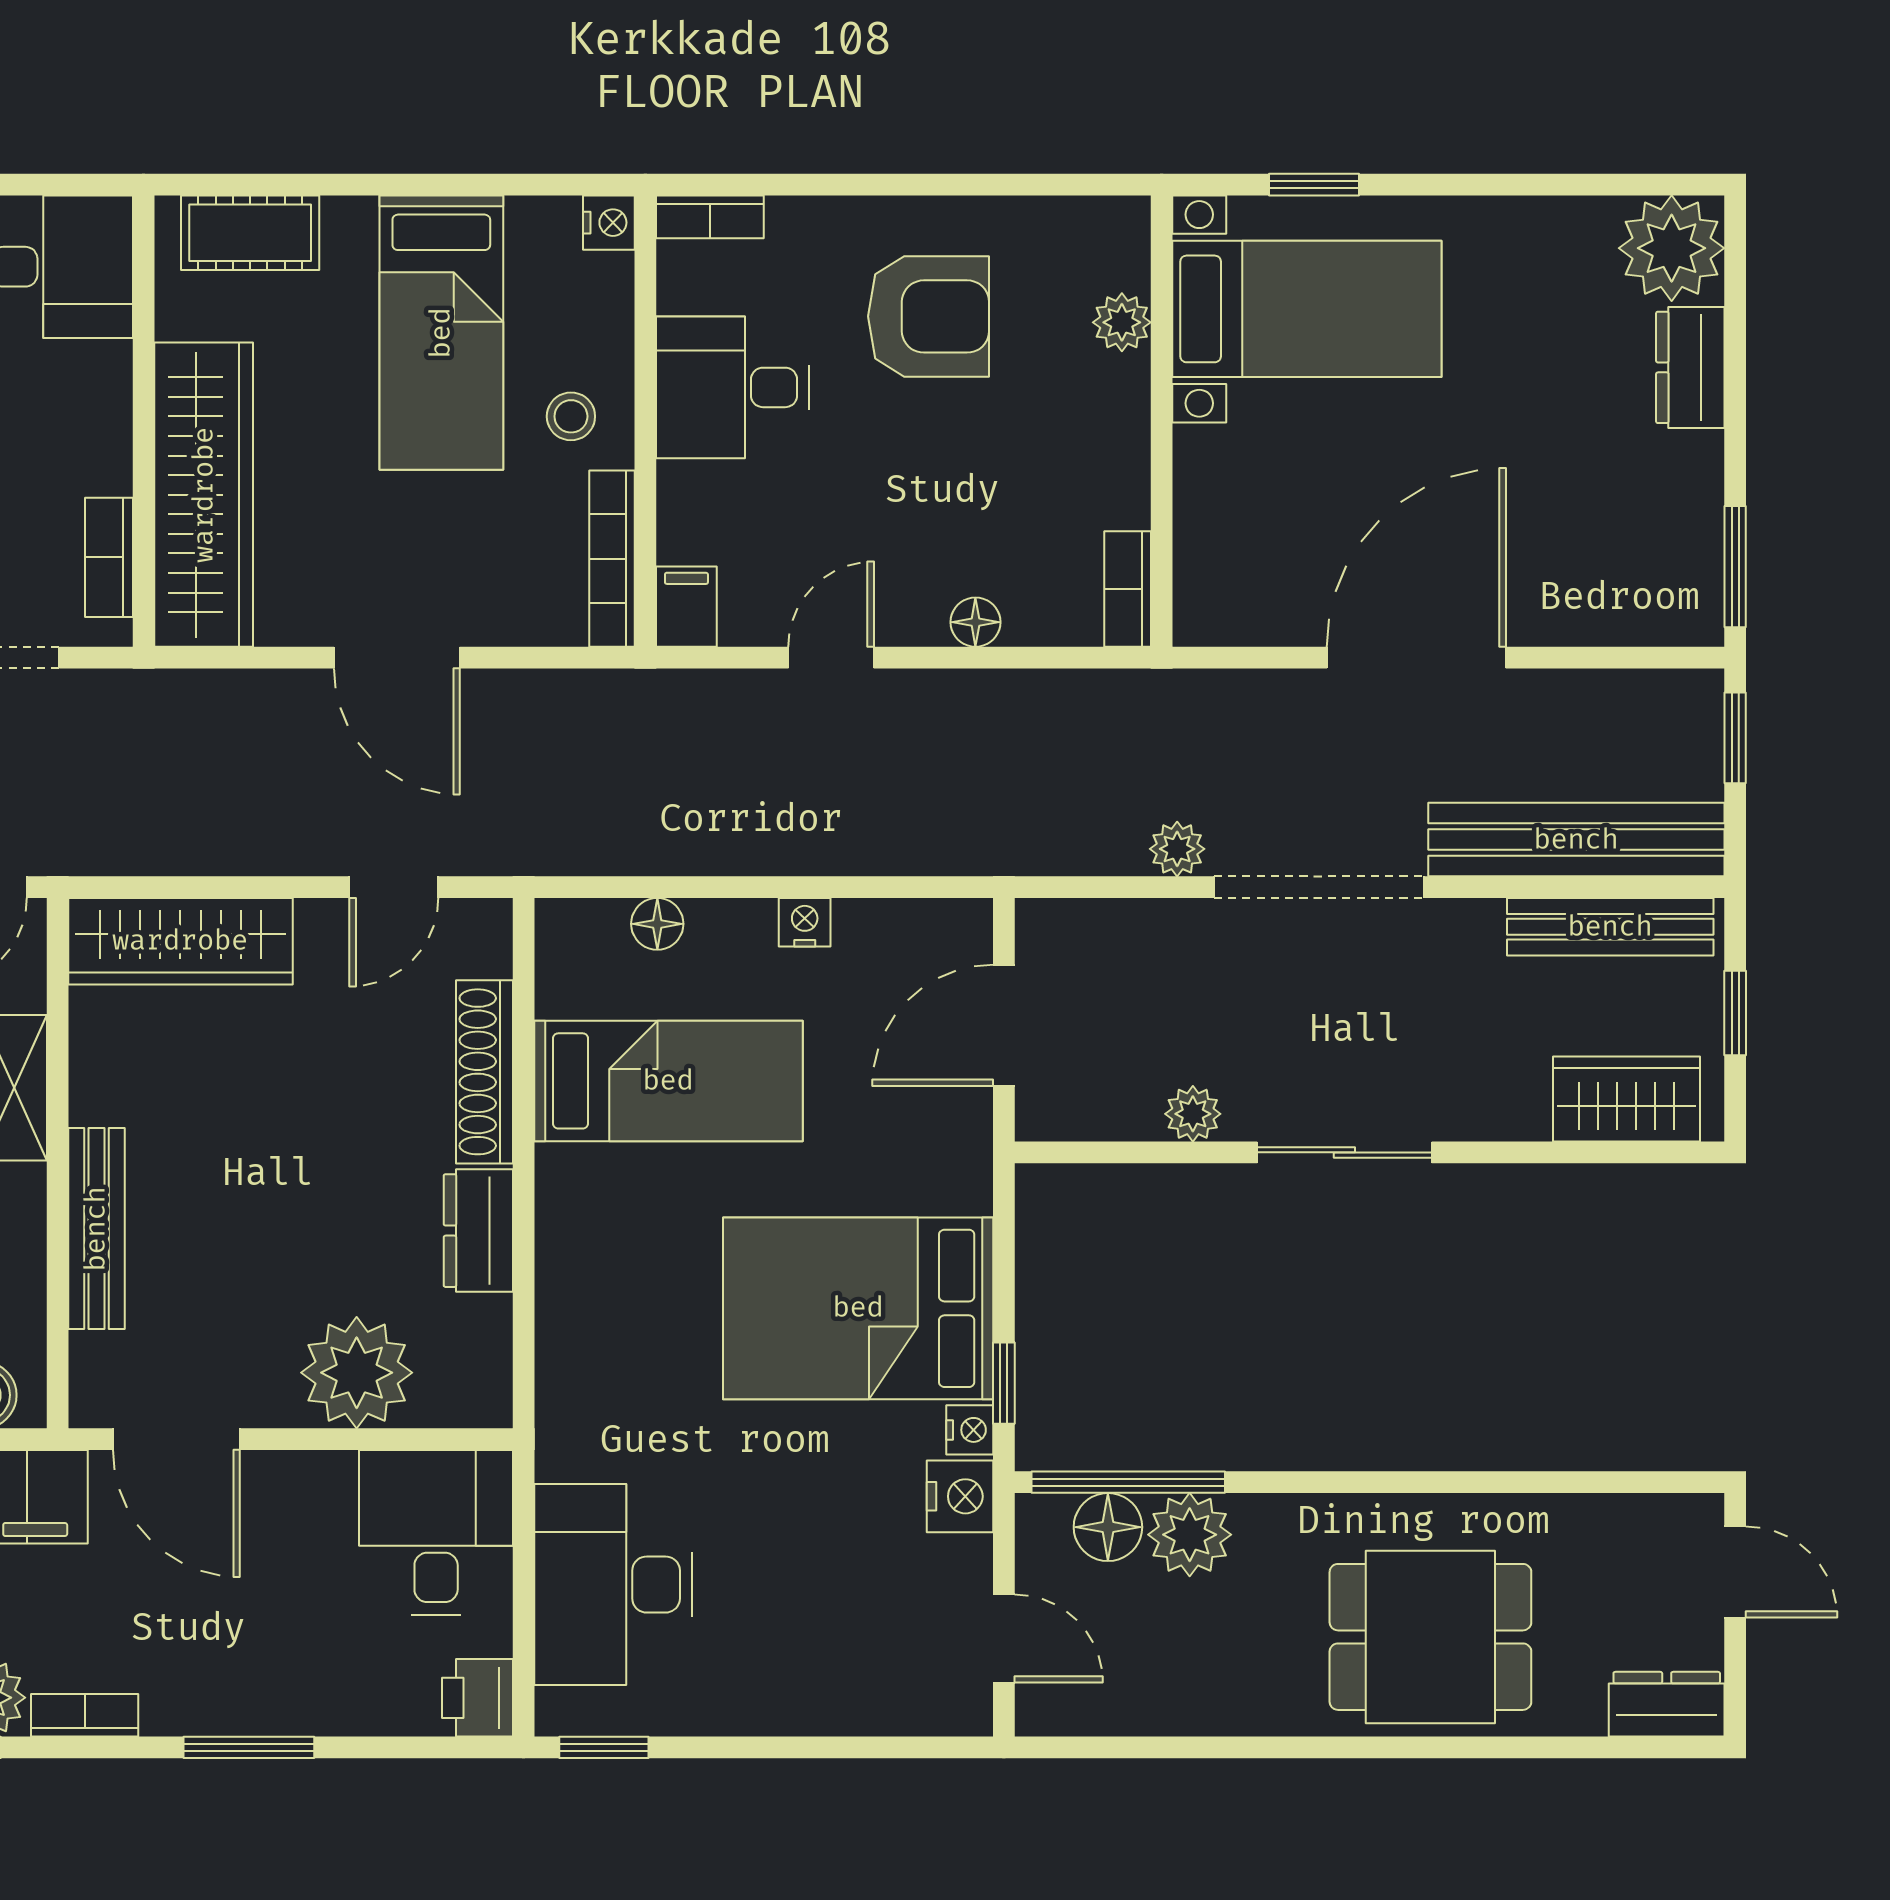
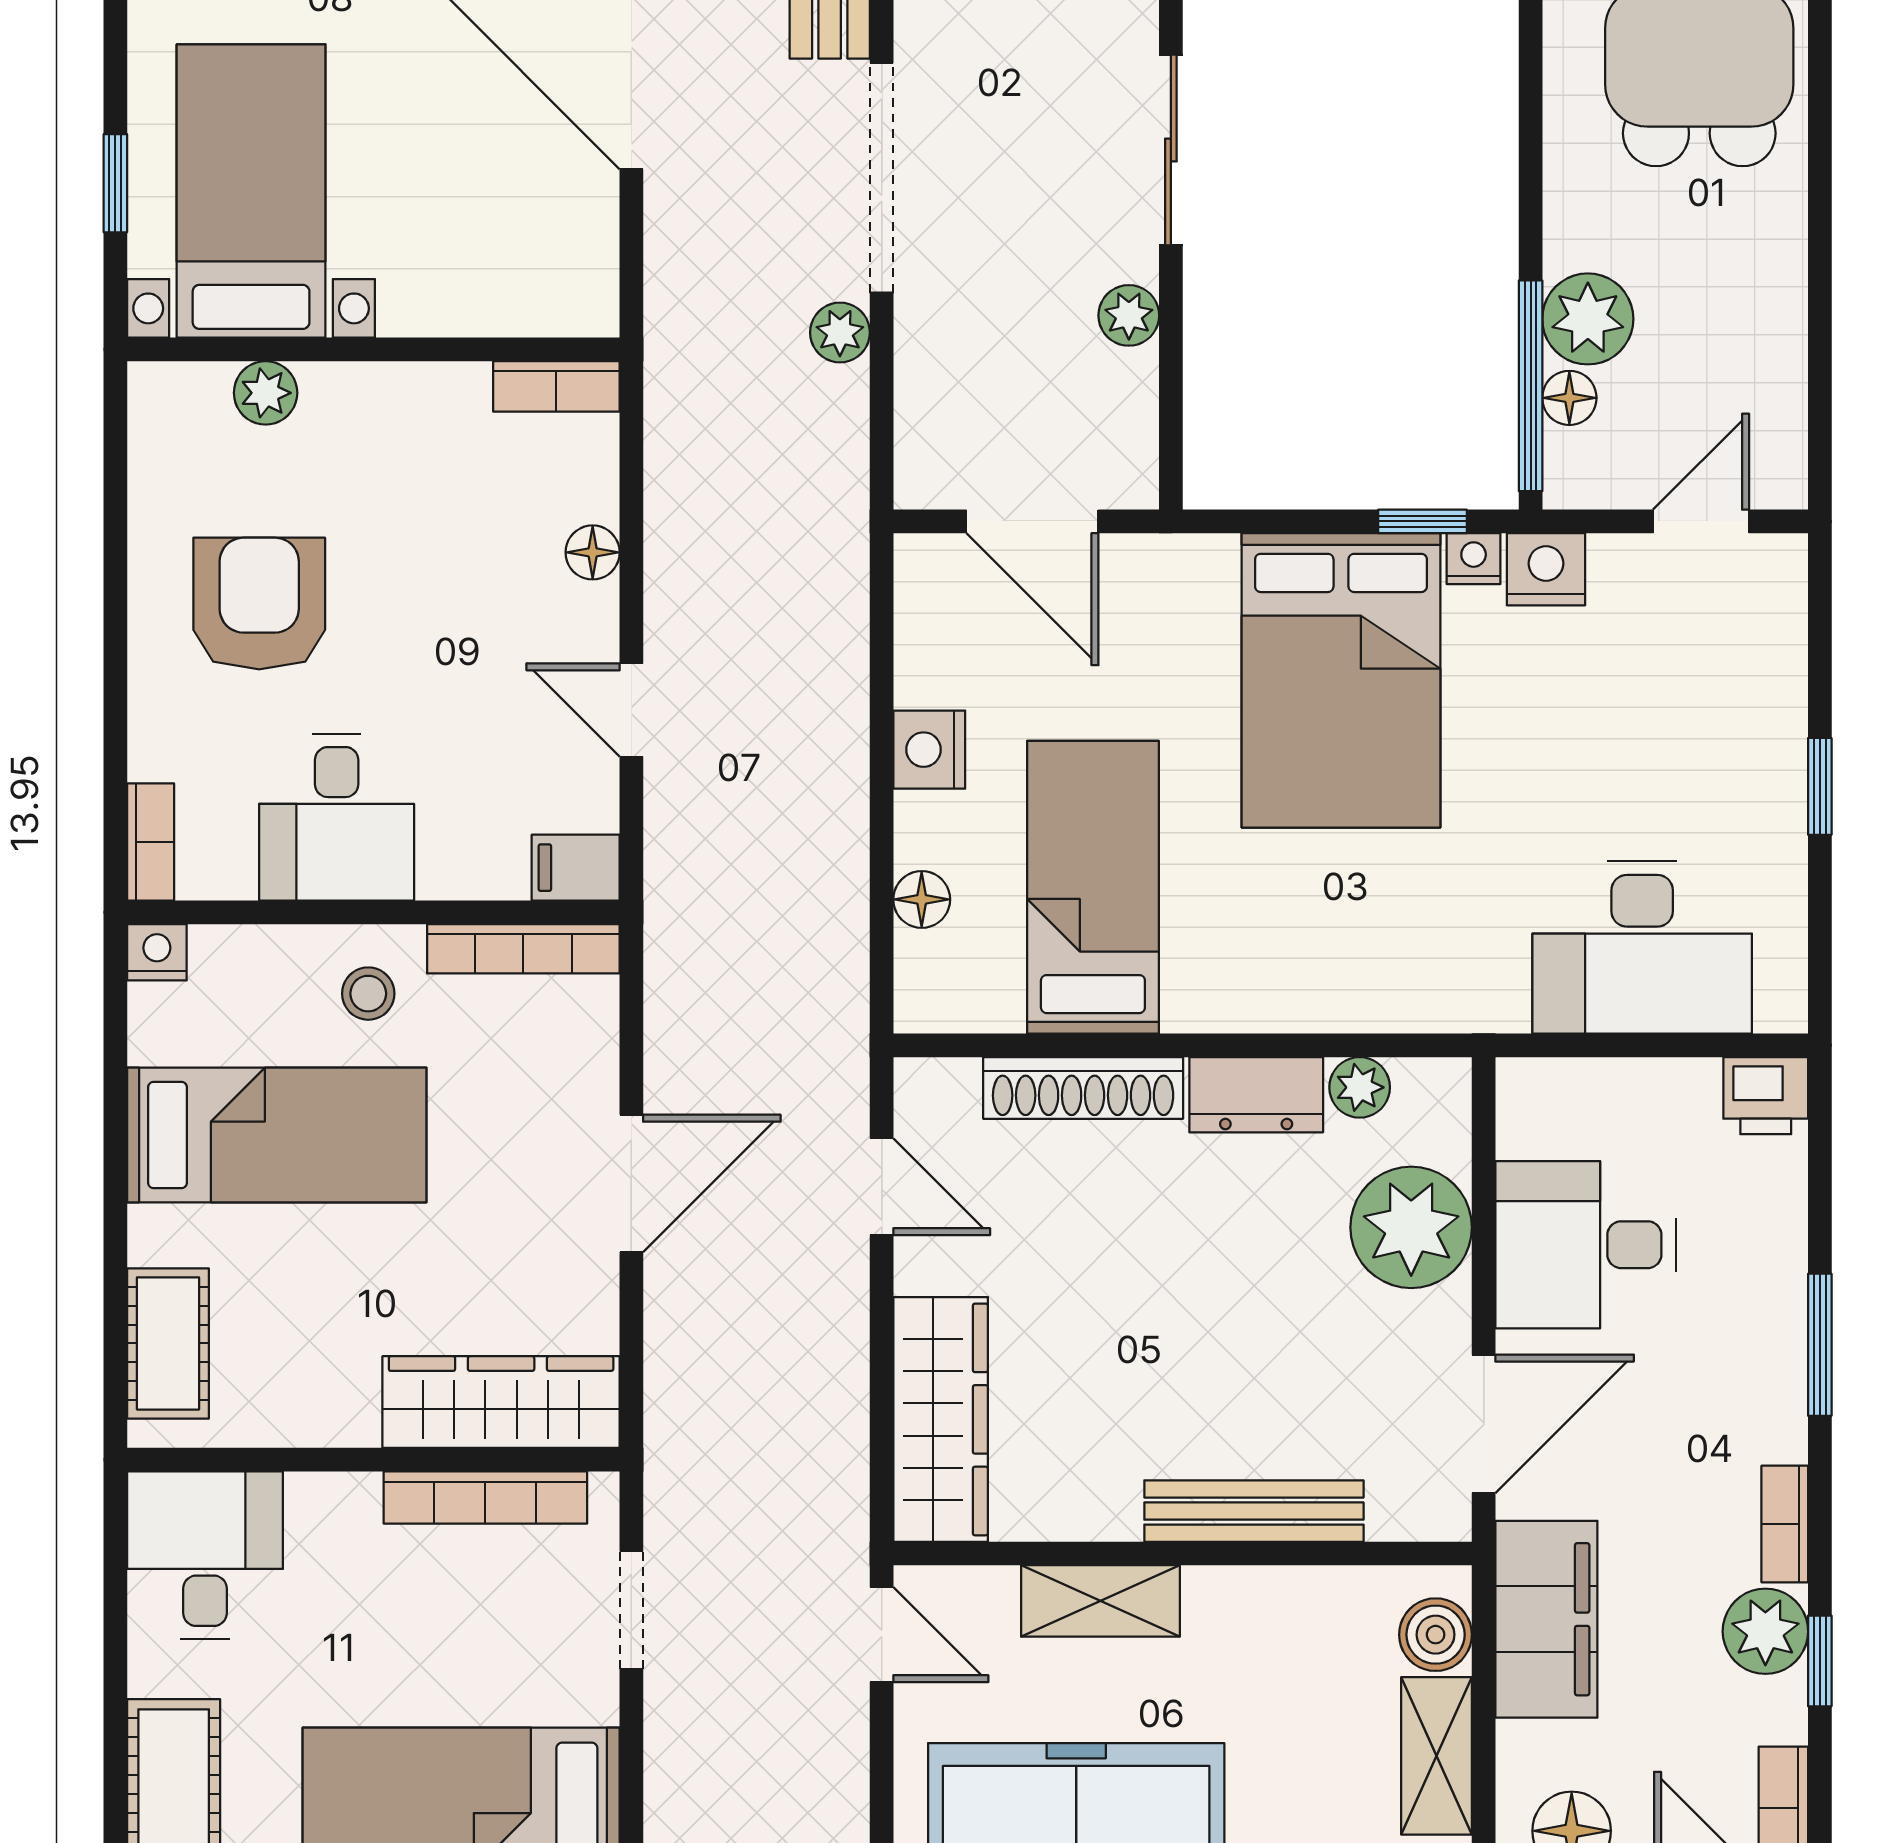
wardrobe: (204, 495) -> (501, 1402), width x0.71, depth x0.85
bookcase: (109, 557) -> (485, 1497), width x1.56
nightstand: (805, 922) -> (929, 750), width x1.39, depth x1.35
plant: (485, 1325) -> (1360, 1087), added
floor lamp: (1108, 1527) -> (1569, 398), width x0.73, depth x0.73
desk: (436, 1533) -> (1586, 1245), moved
window: (604, 1747) -> (1820, 786), moved

